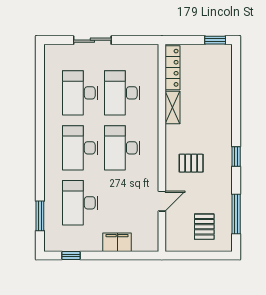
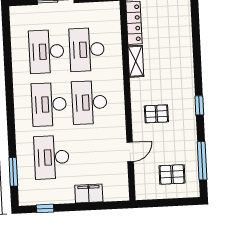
pallet: (204, 227) -> (172, 174), turned 90

